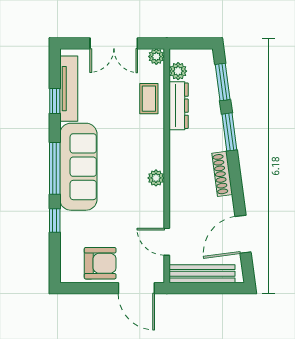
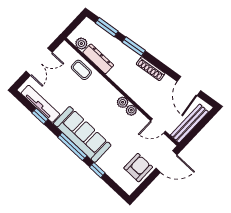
plant: (156, 57) -> (131, 110), moved

